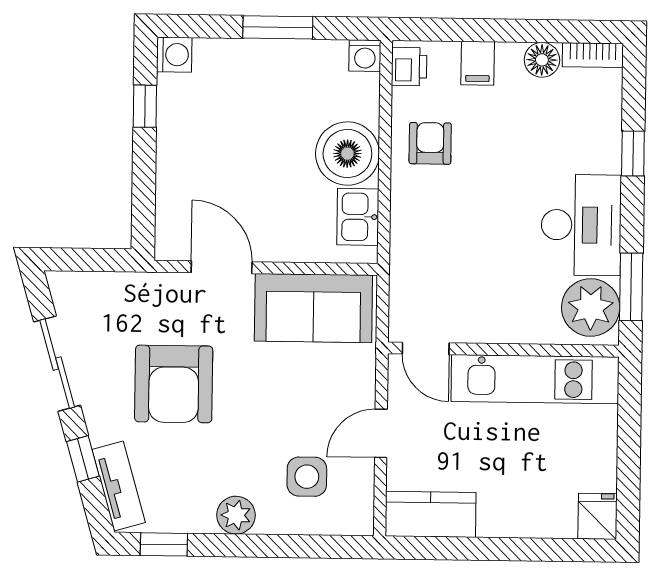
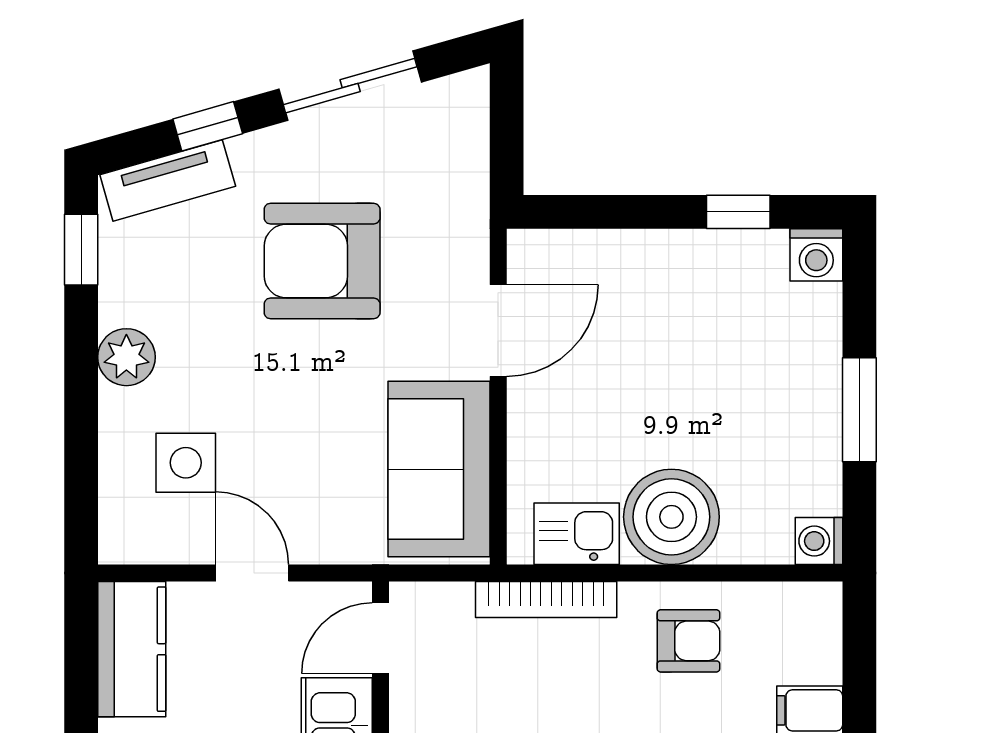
printer: (409, 66) -> (803, 608), removed
bookcase: (401, 238) -> (546, 600), added

